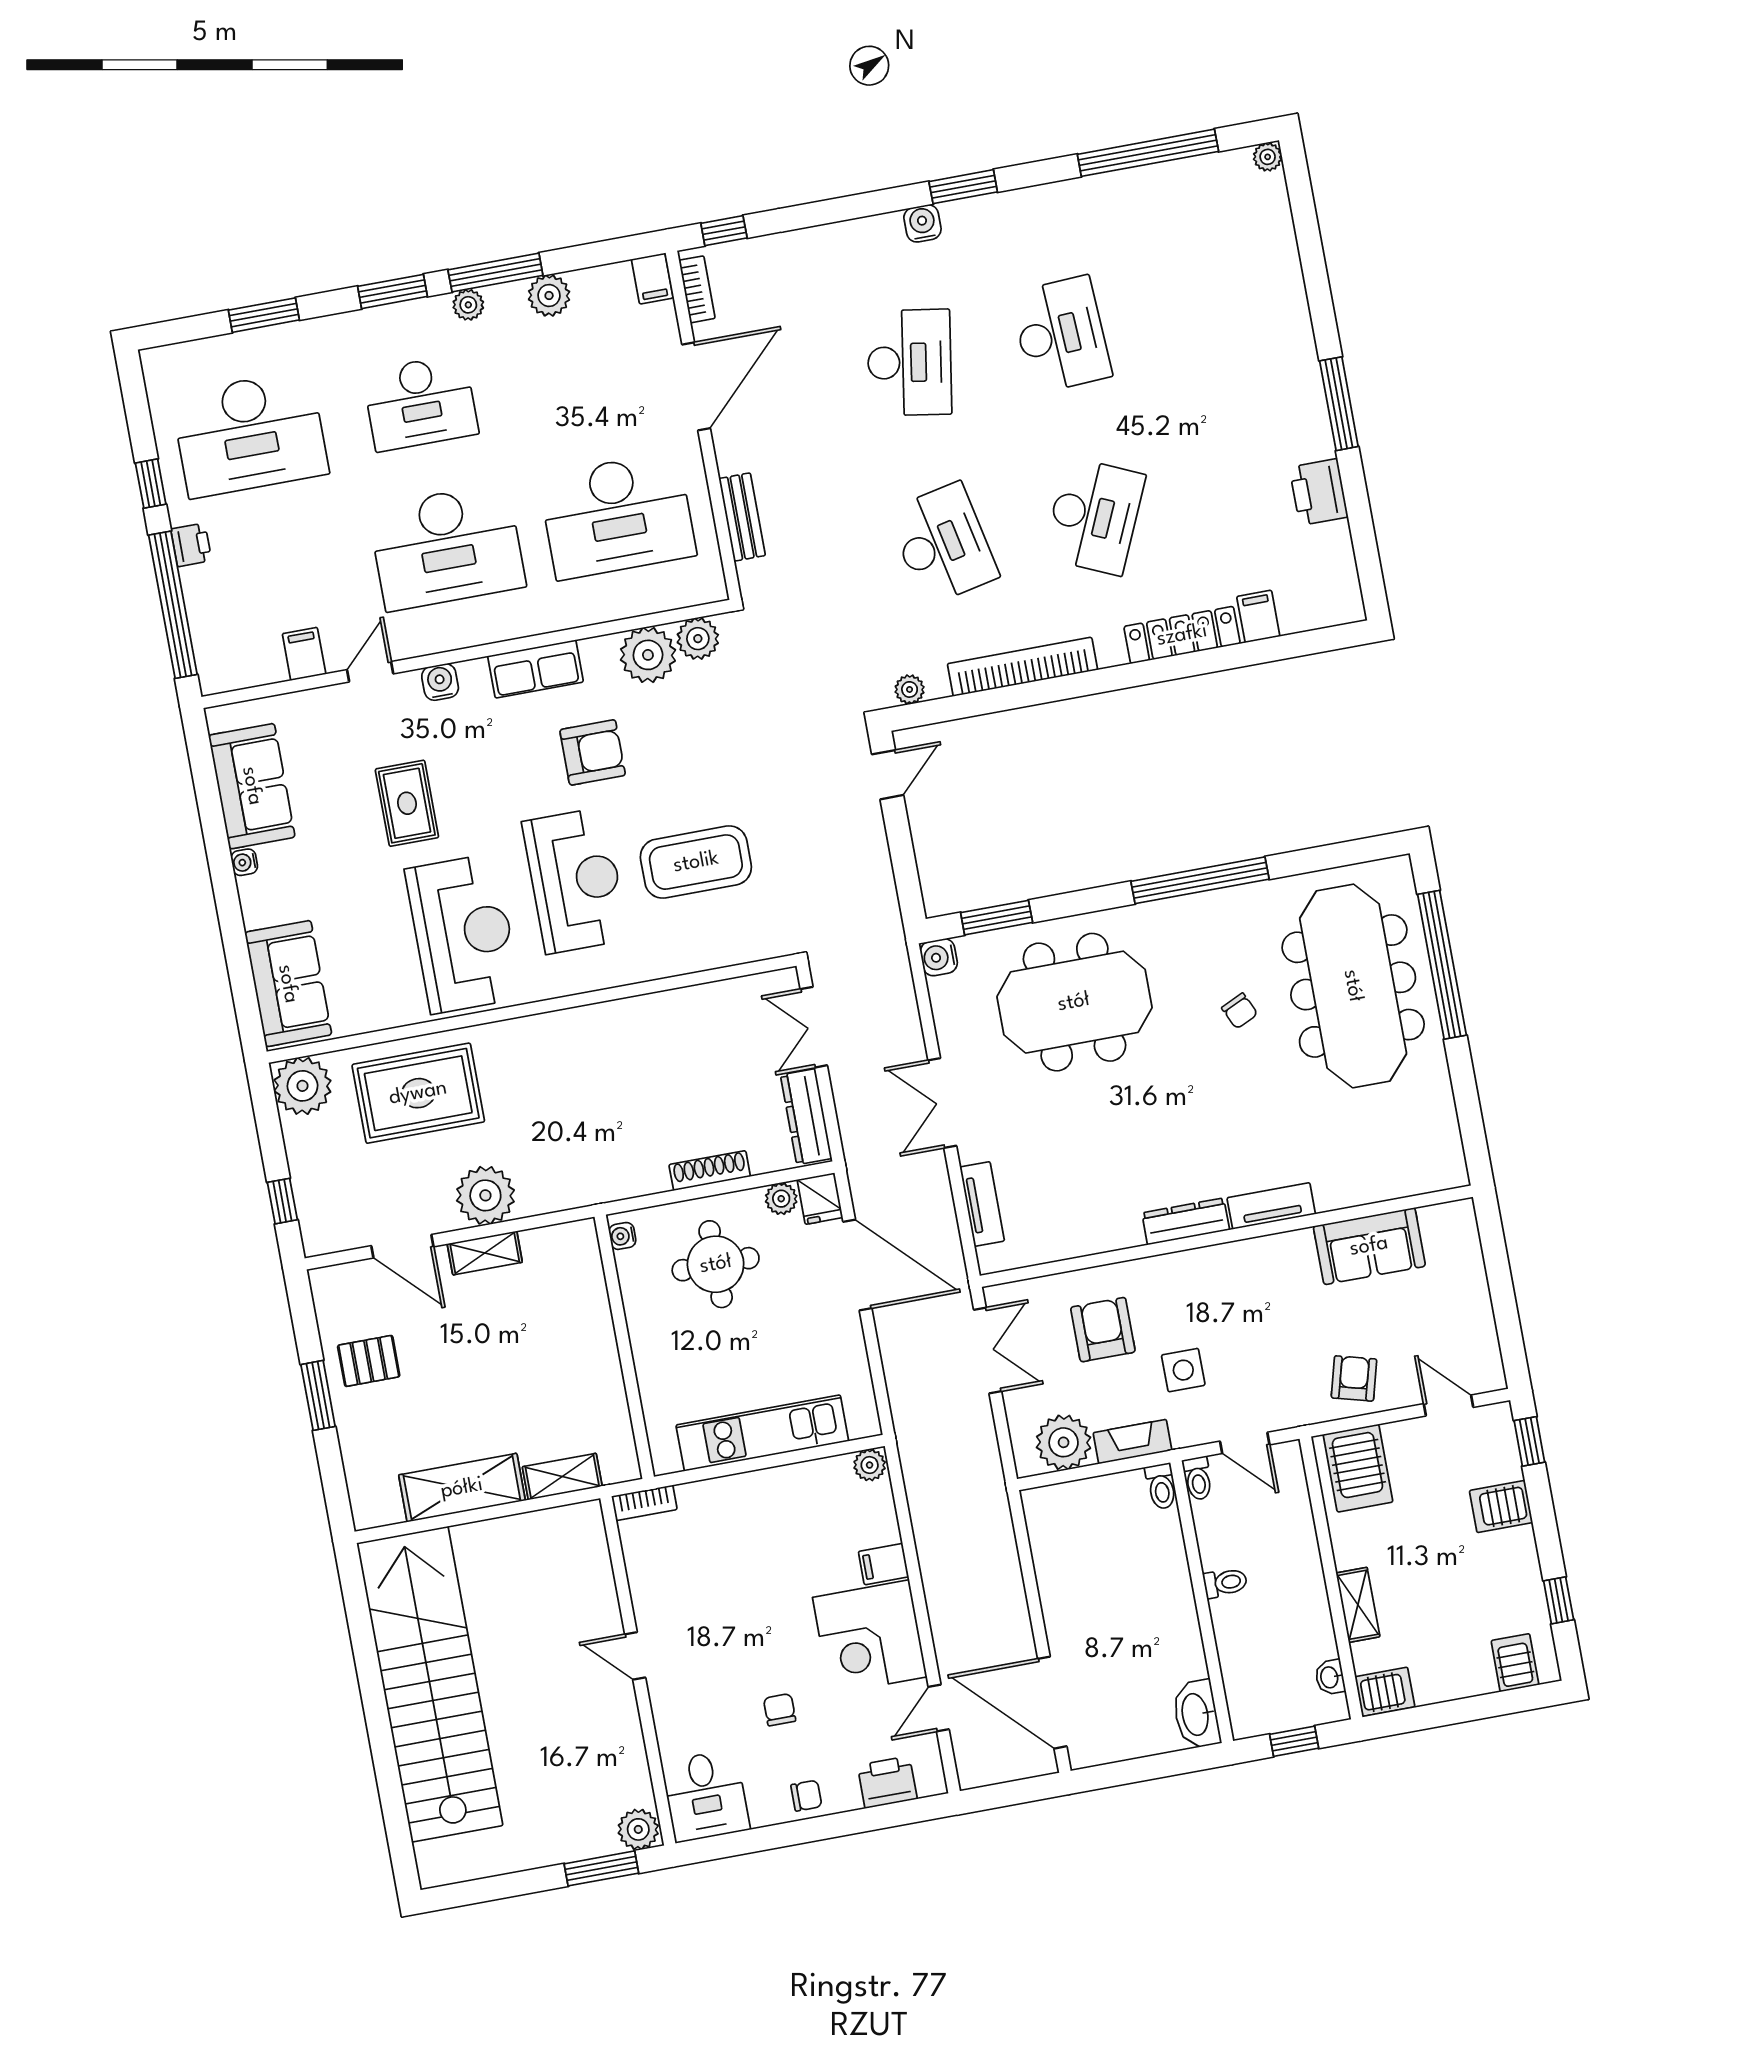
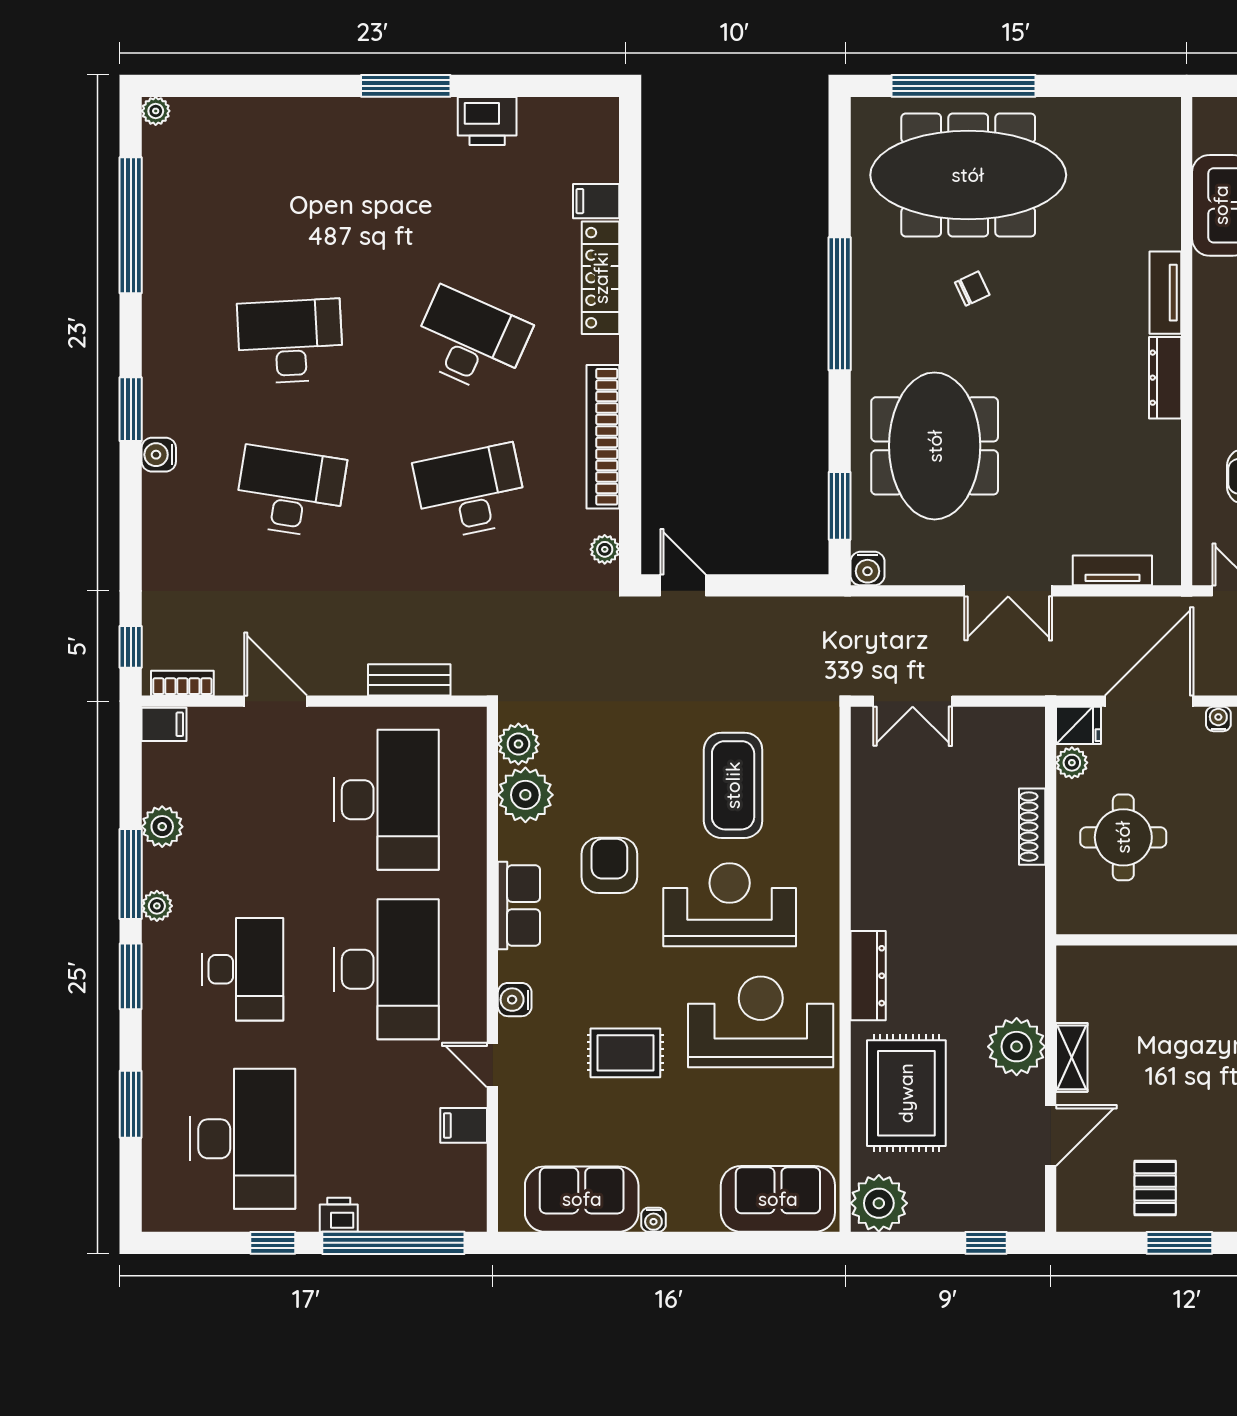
door: (696, 386) -> (276, 701), width x0.73
dresser: (806, 1117) -> (868, 976), moved, turned -90
water cooler: (622, 1236) -> (1218, 719), moved, turned 180

